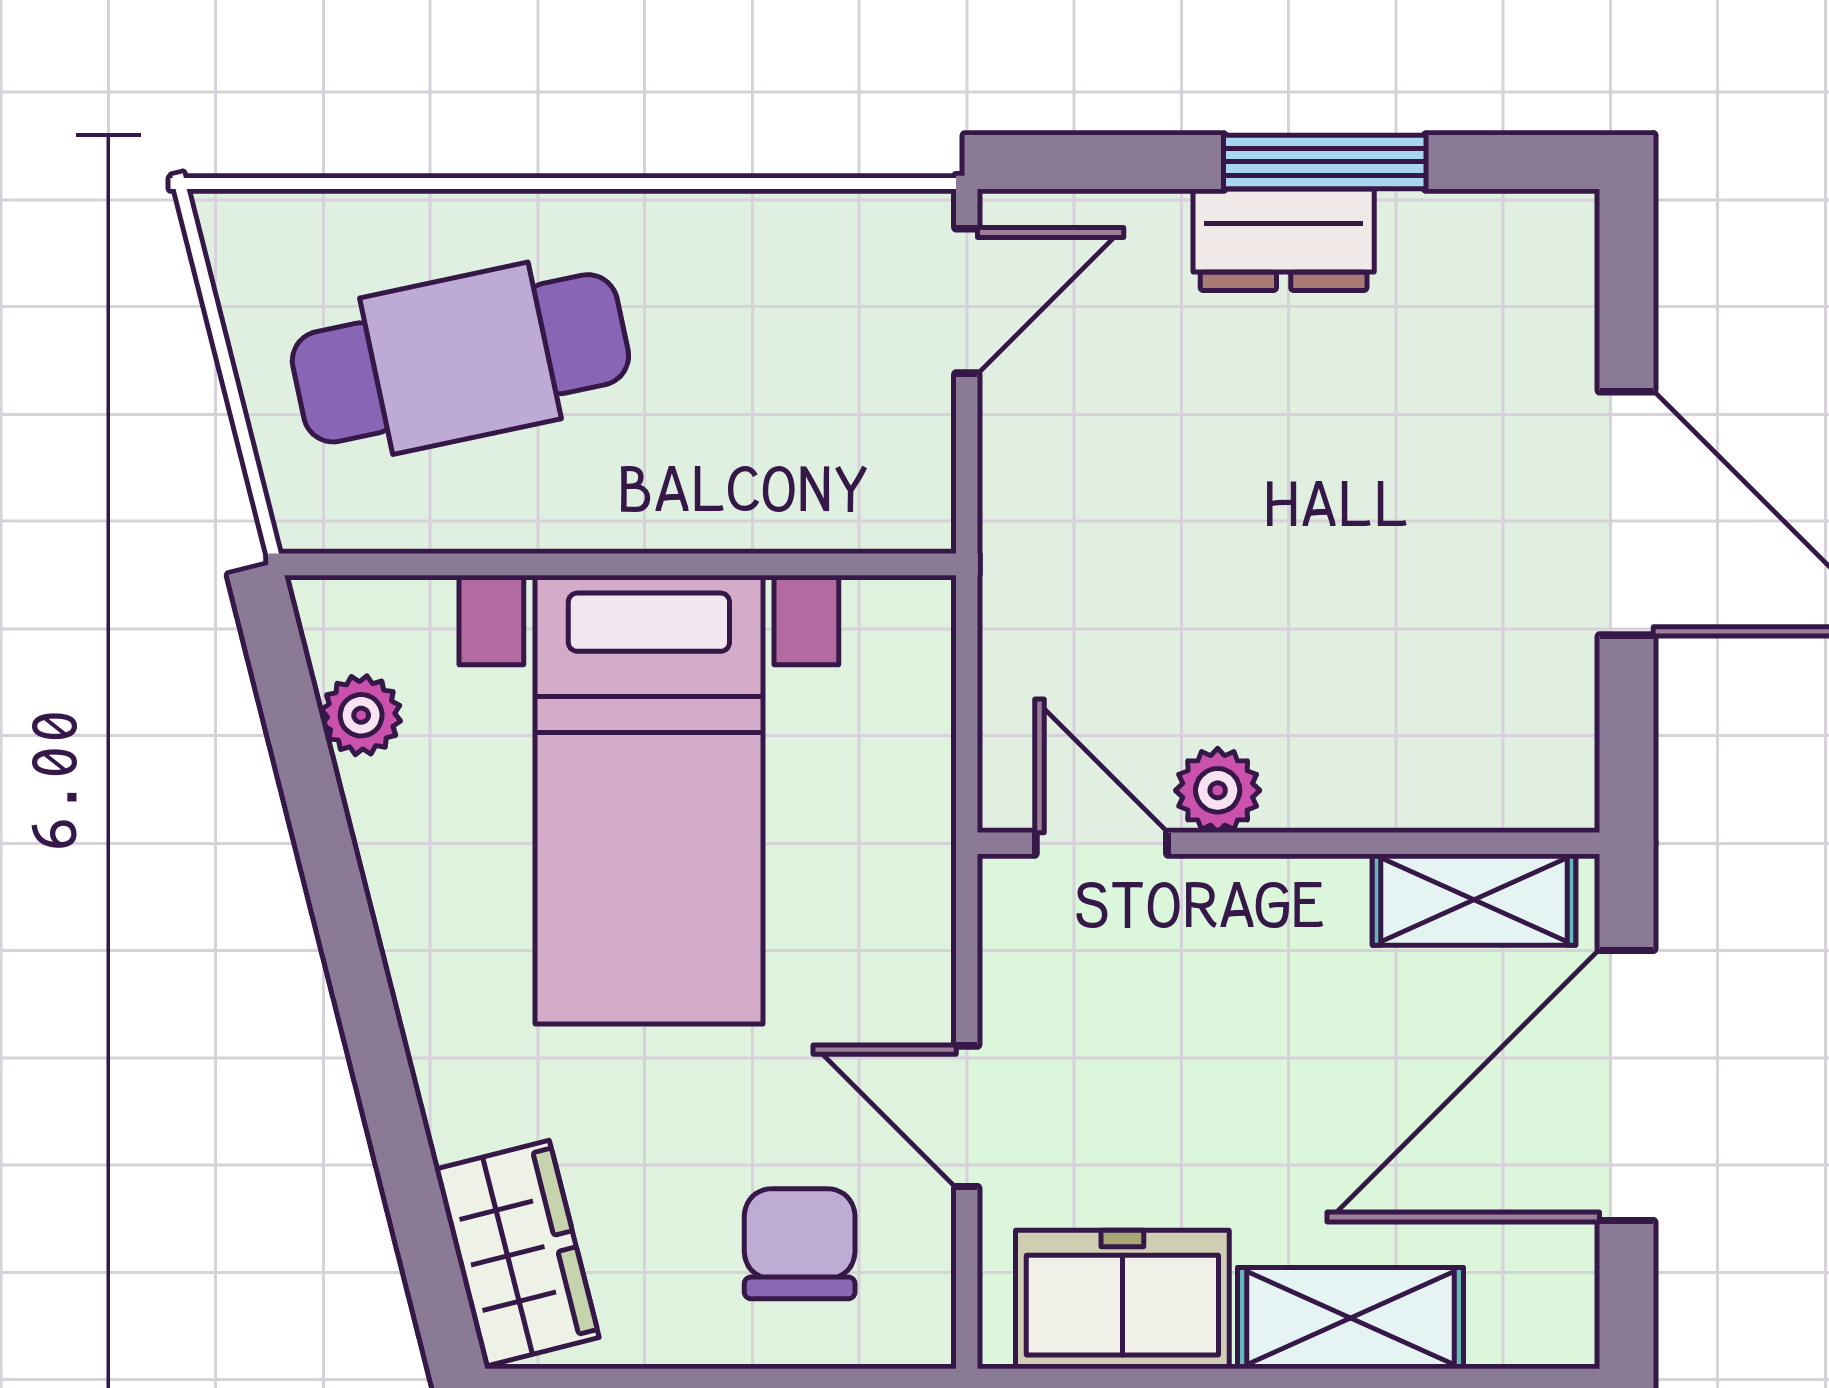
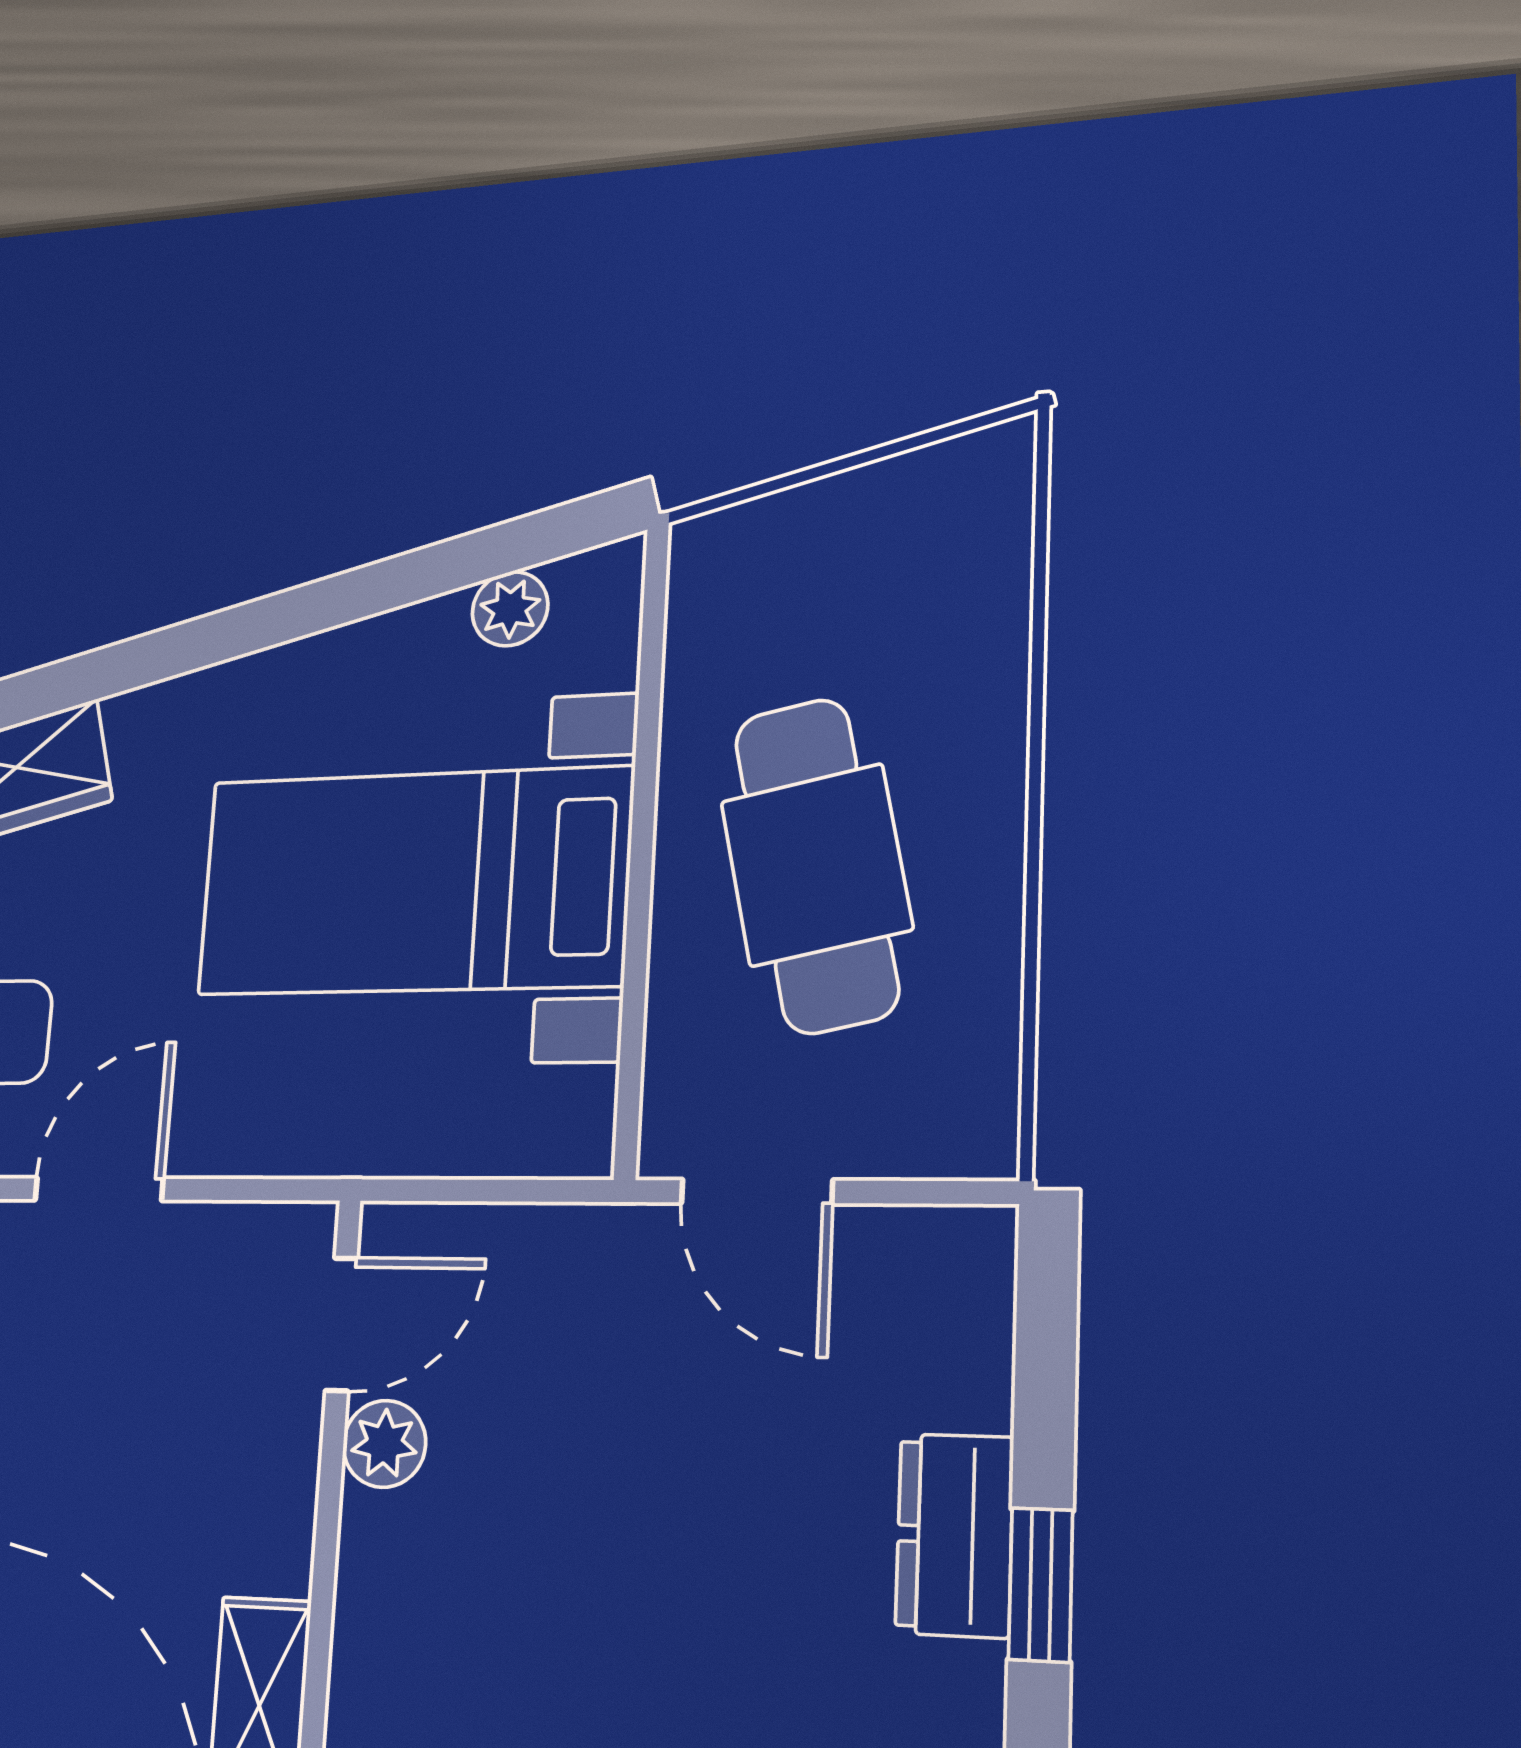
window: (1325, 162) -> (1041, 1585), width x0.67
door: (967, 301) -> (757, 1192), moved
cafe table: (460, 358) -> (816, 865), moved

